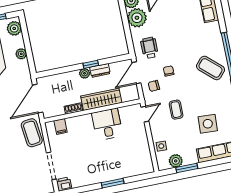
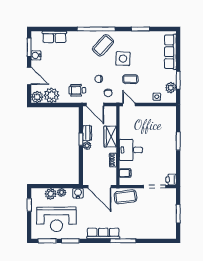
plant: (14, 28) -> (51, 194), moved
water cooler: (25, 74) -> (78, 193), added
wardrobe: (101, 99) -> (110, 137), width x0.67
desk: (107, 124) -> (131, 150), moved
side table: (208, 124) -> (123, 59), moved

